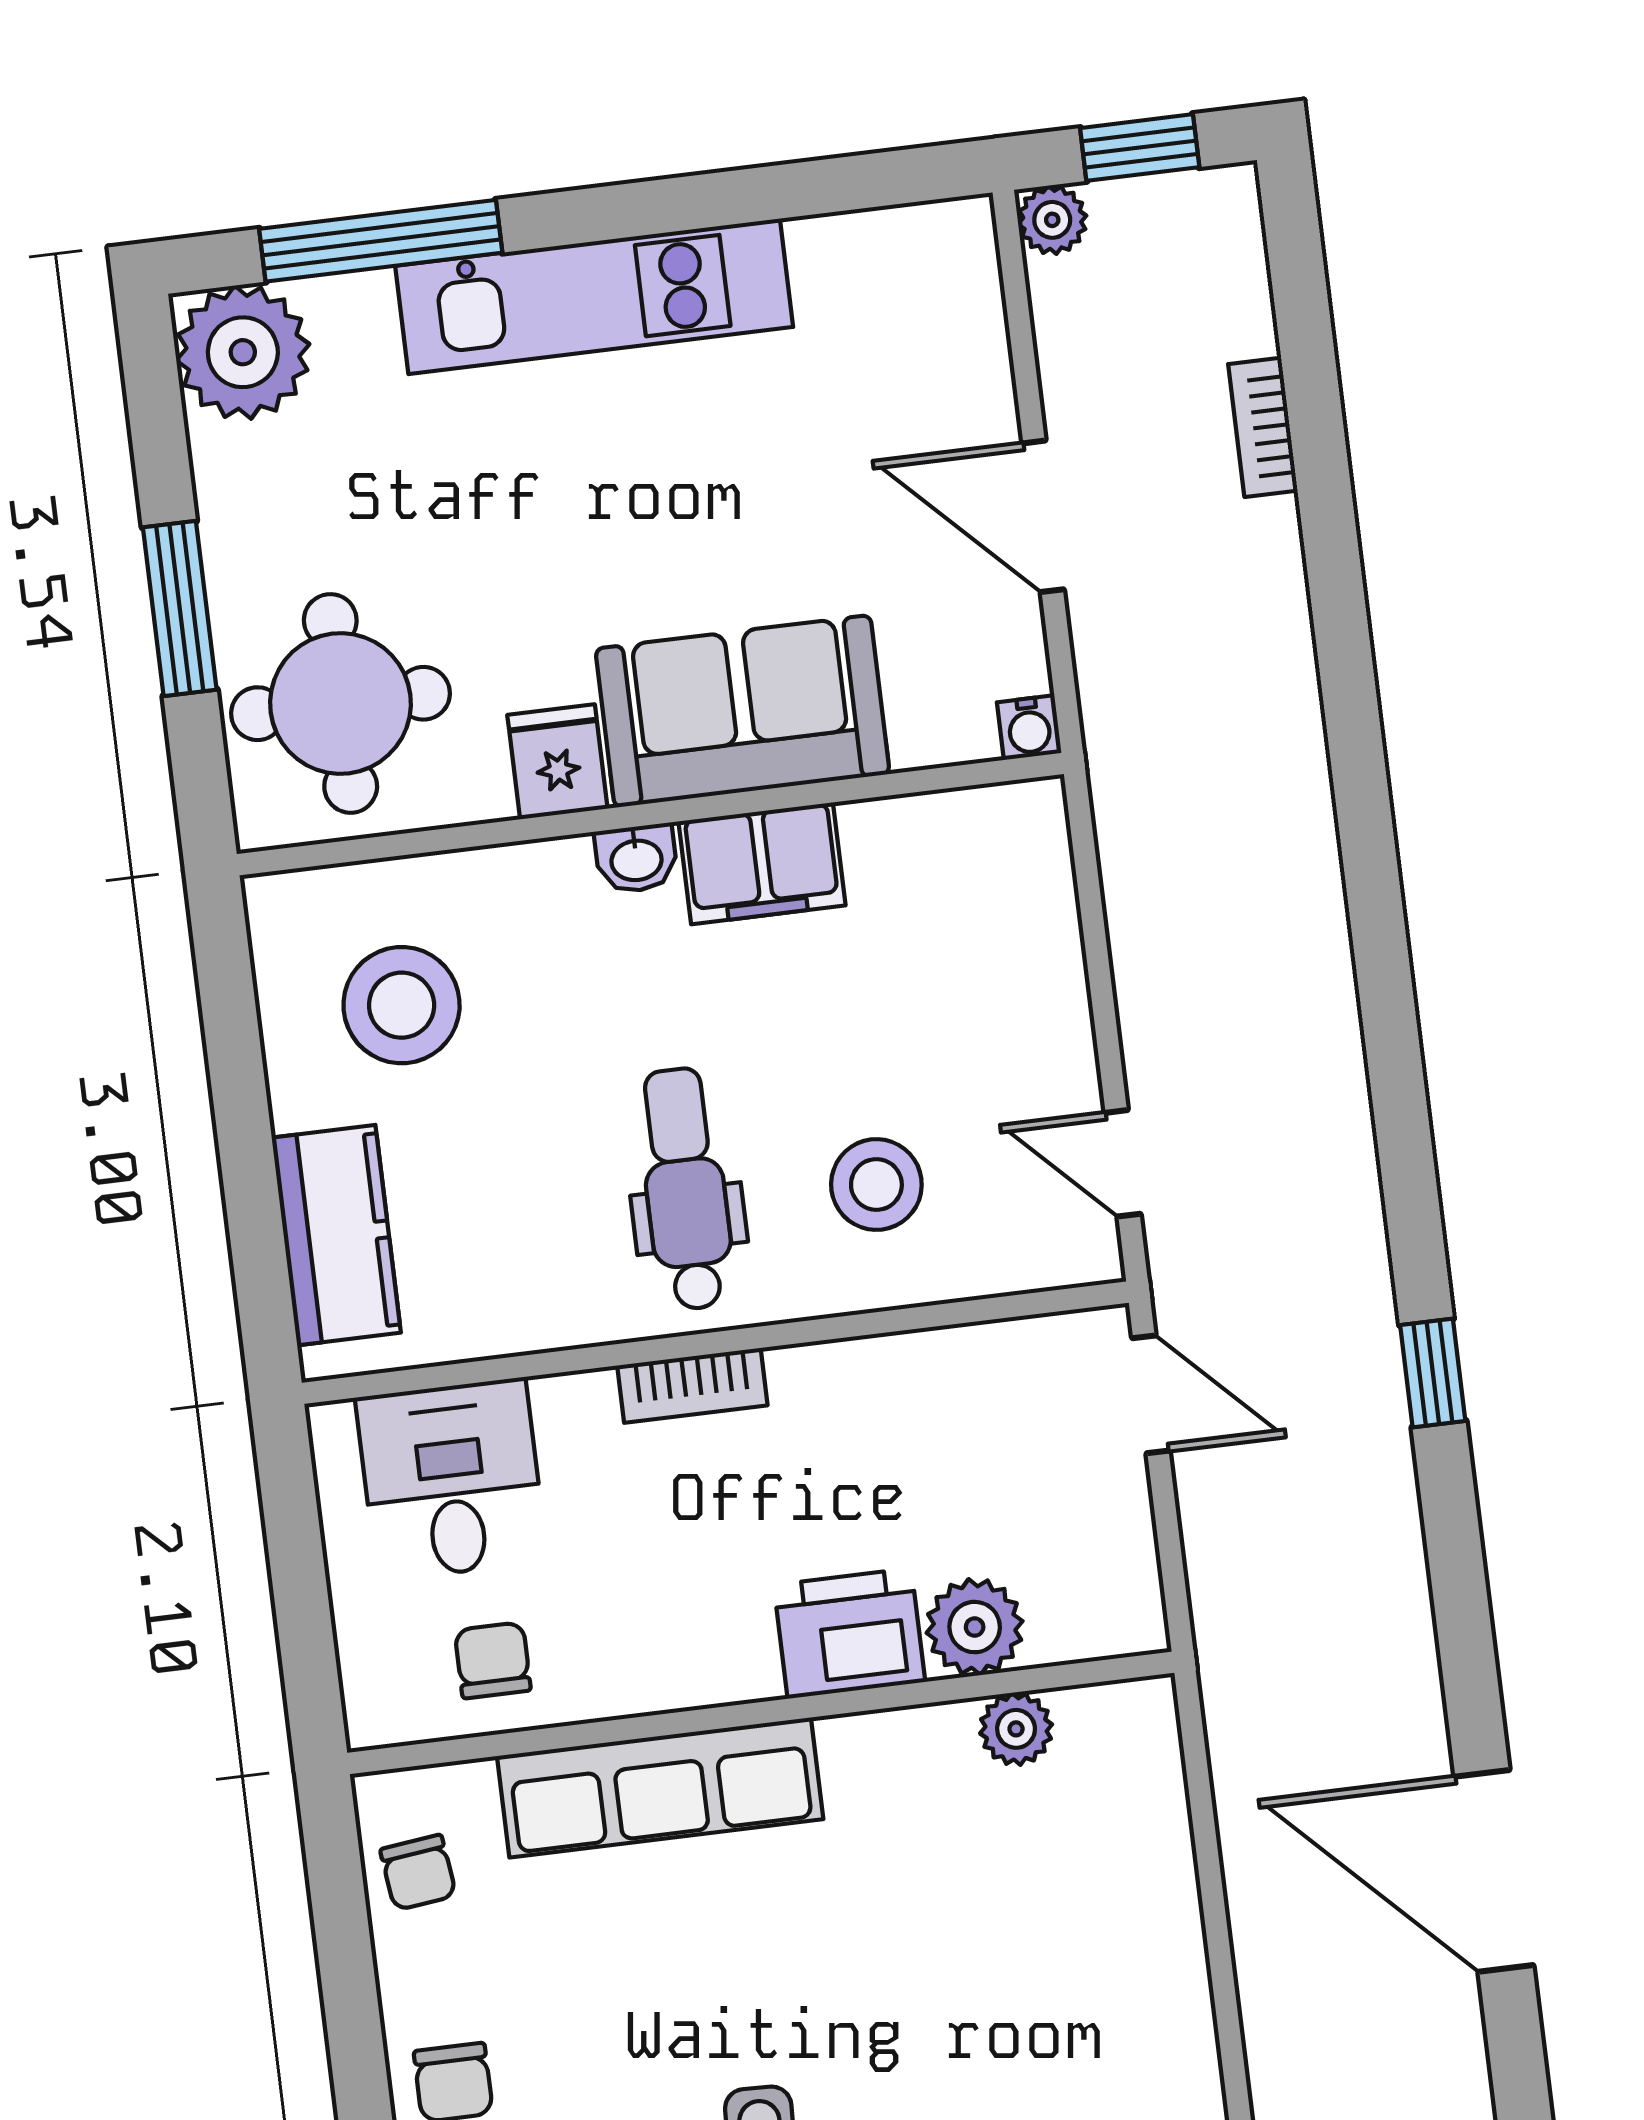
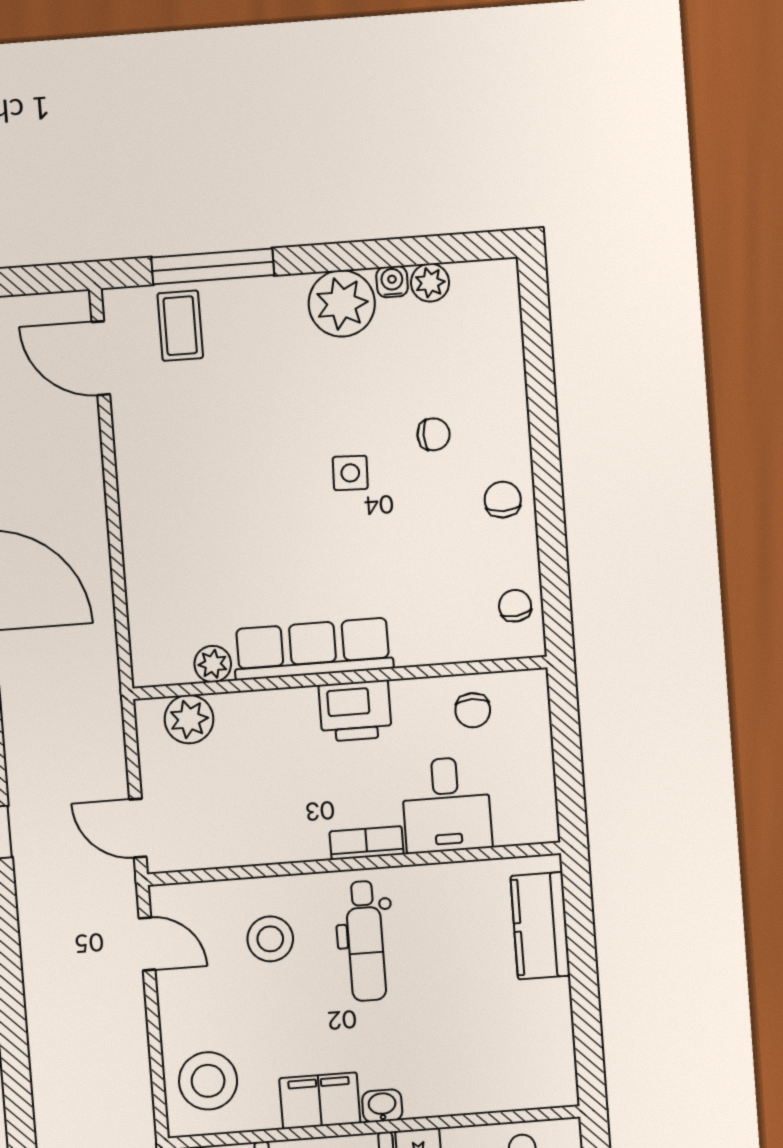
stool: (402, 1005) -> (208, 1081), moved
desk: (451, 1479) -> (447, 805), moved
plant: (975, 1627) -> (189, 719), moved
printer: (849, 1633) -> (355, 711), moved
row of seats: (660, 1788) -> (313, 649), moved

